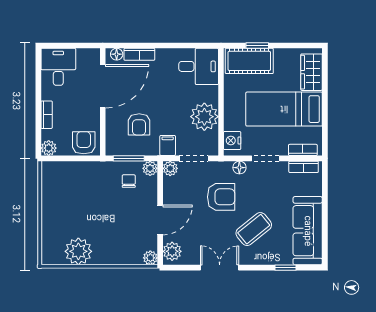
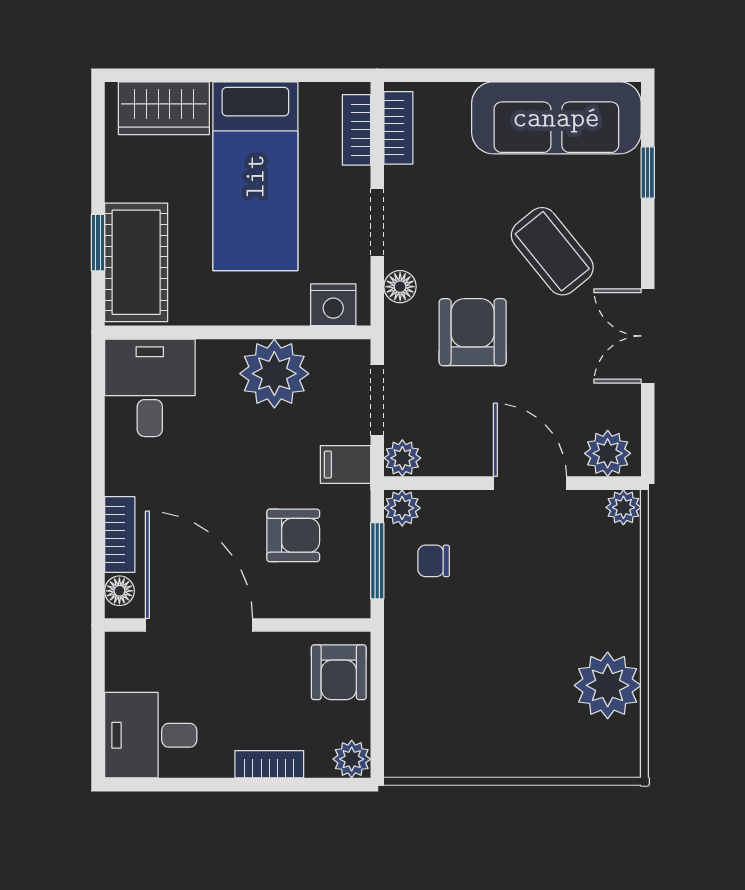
armchair: (84, 143) -> (339, 672), turned -90

